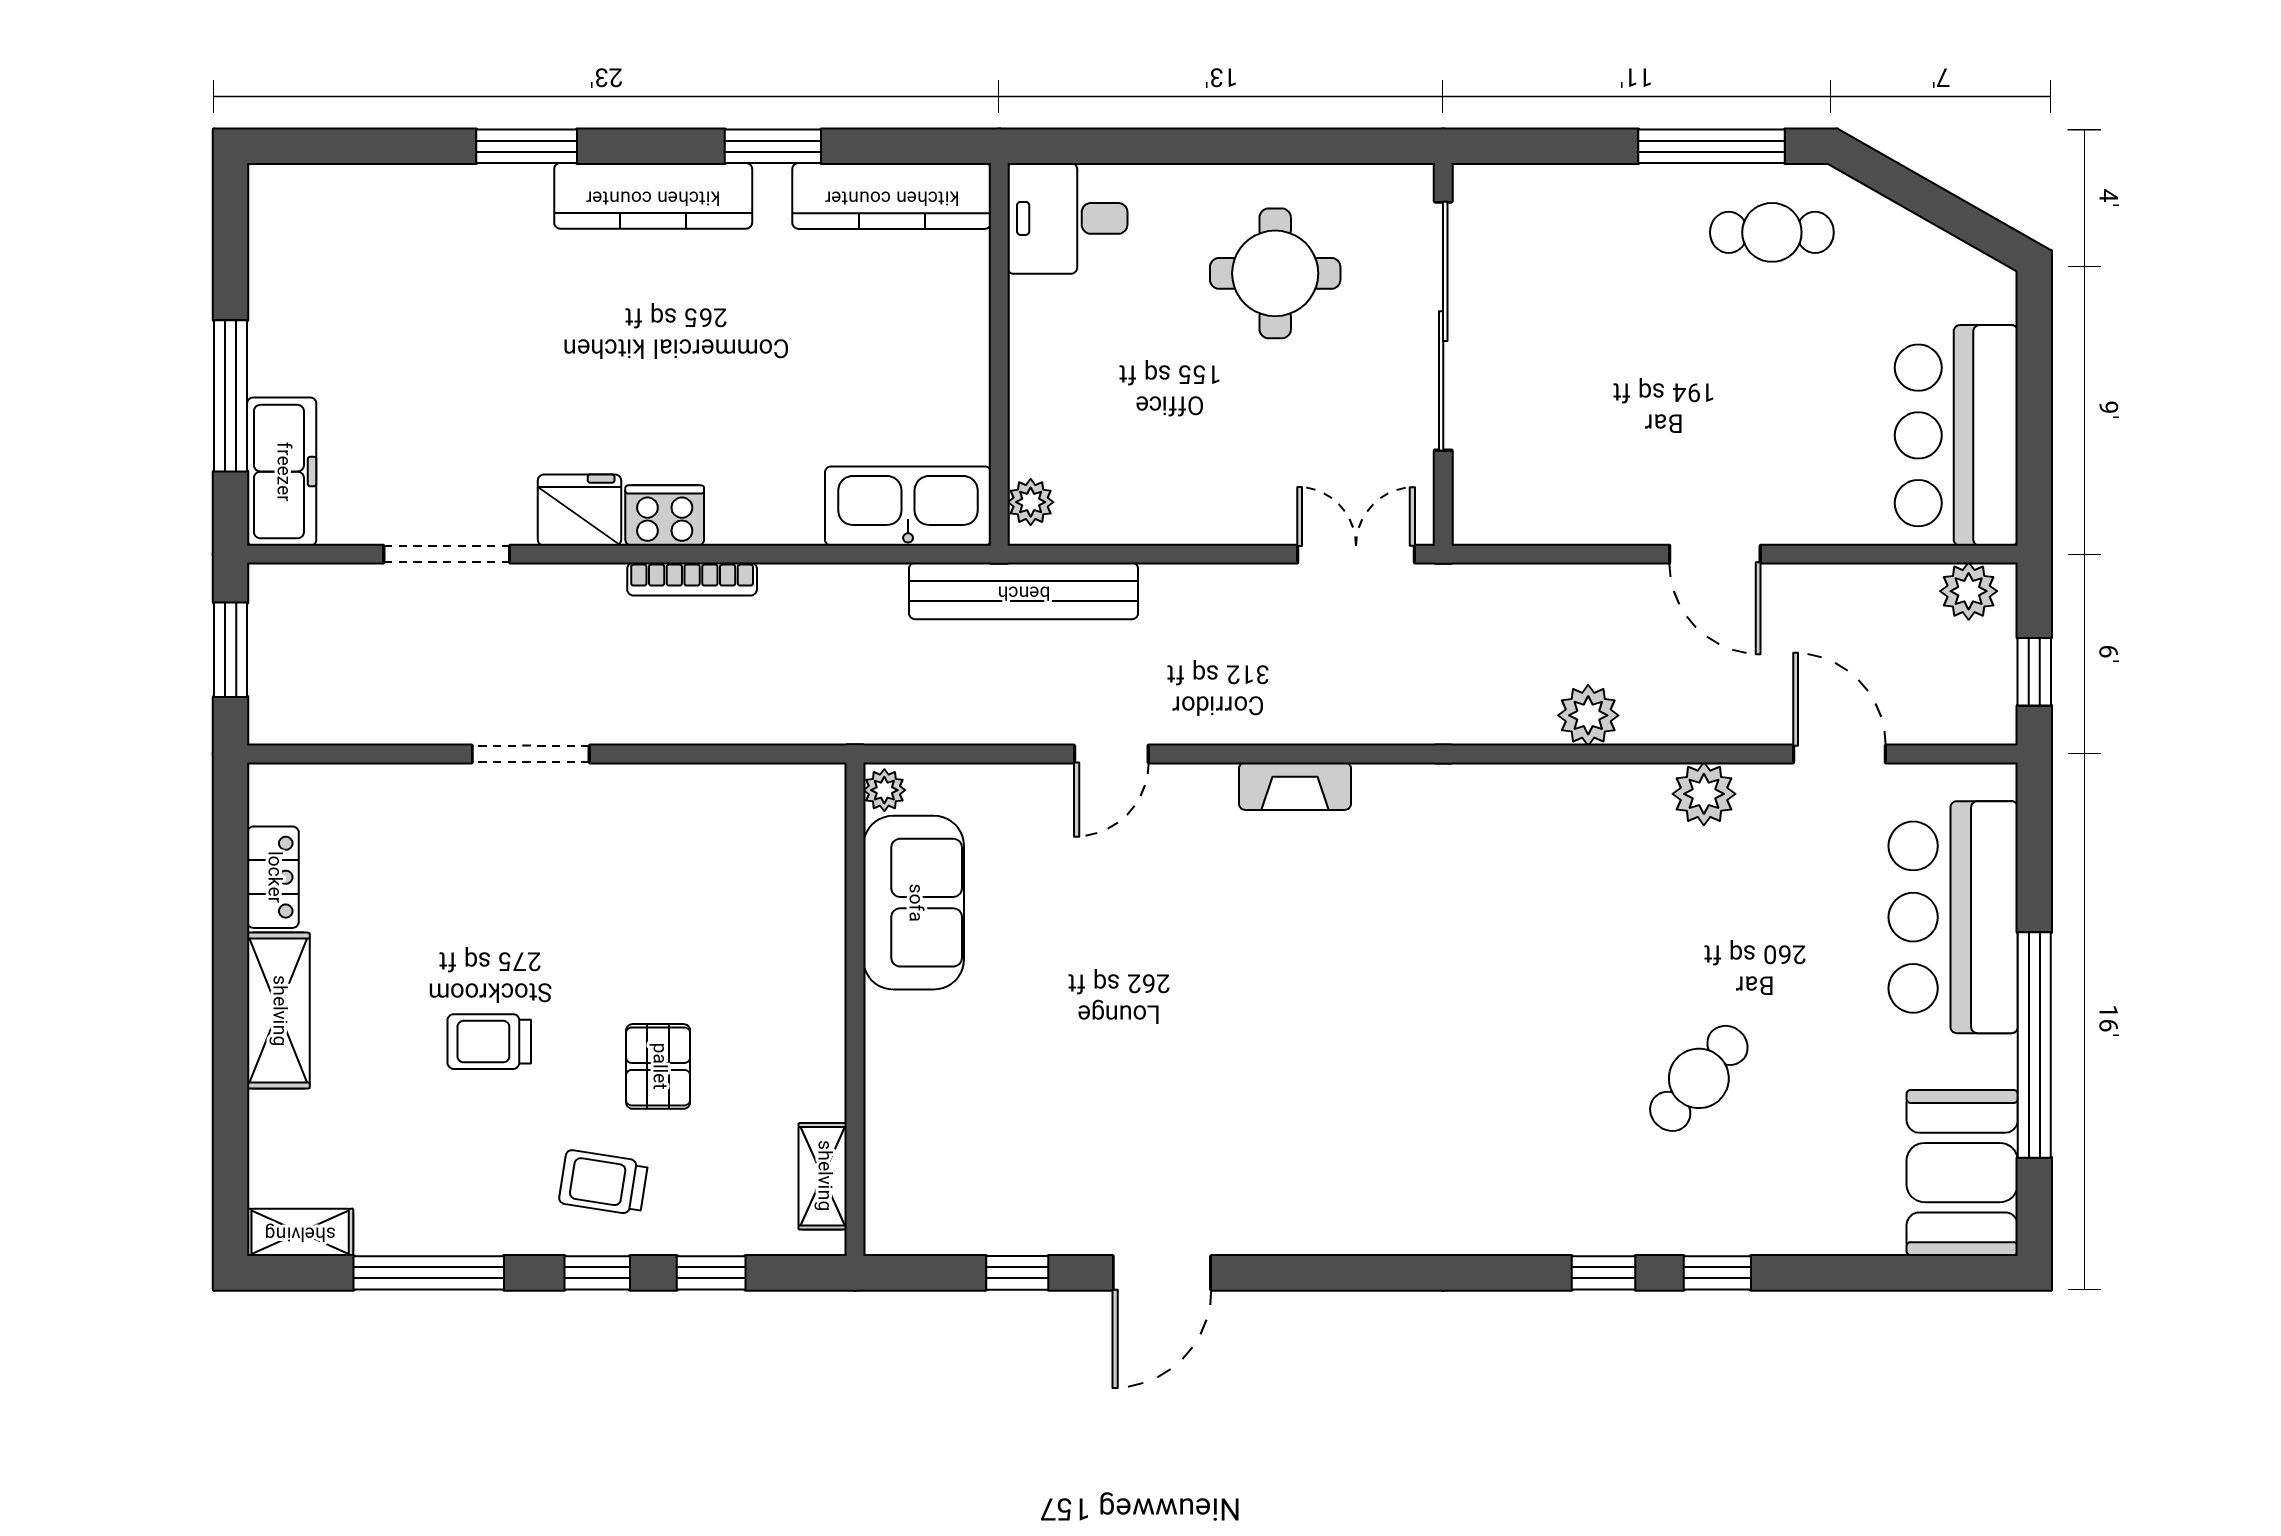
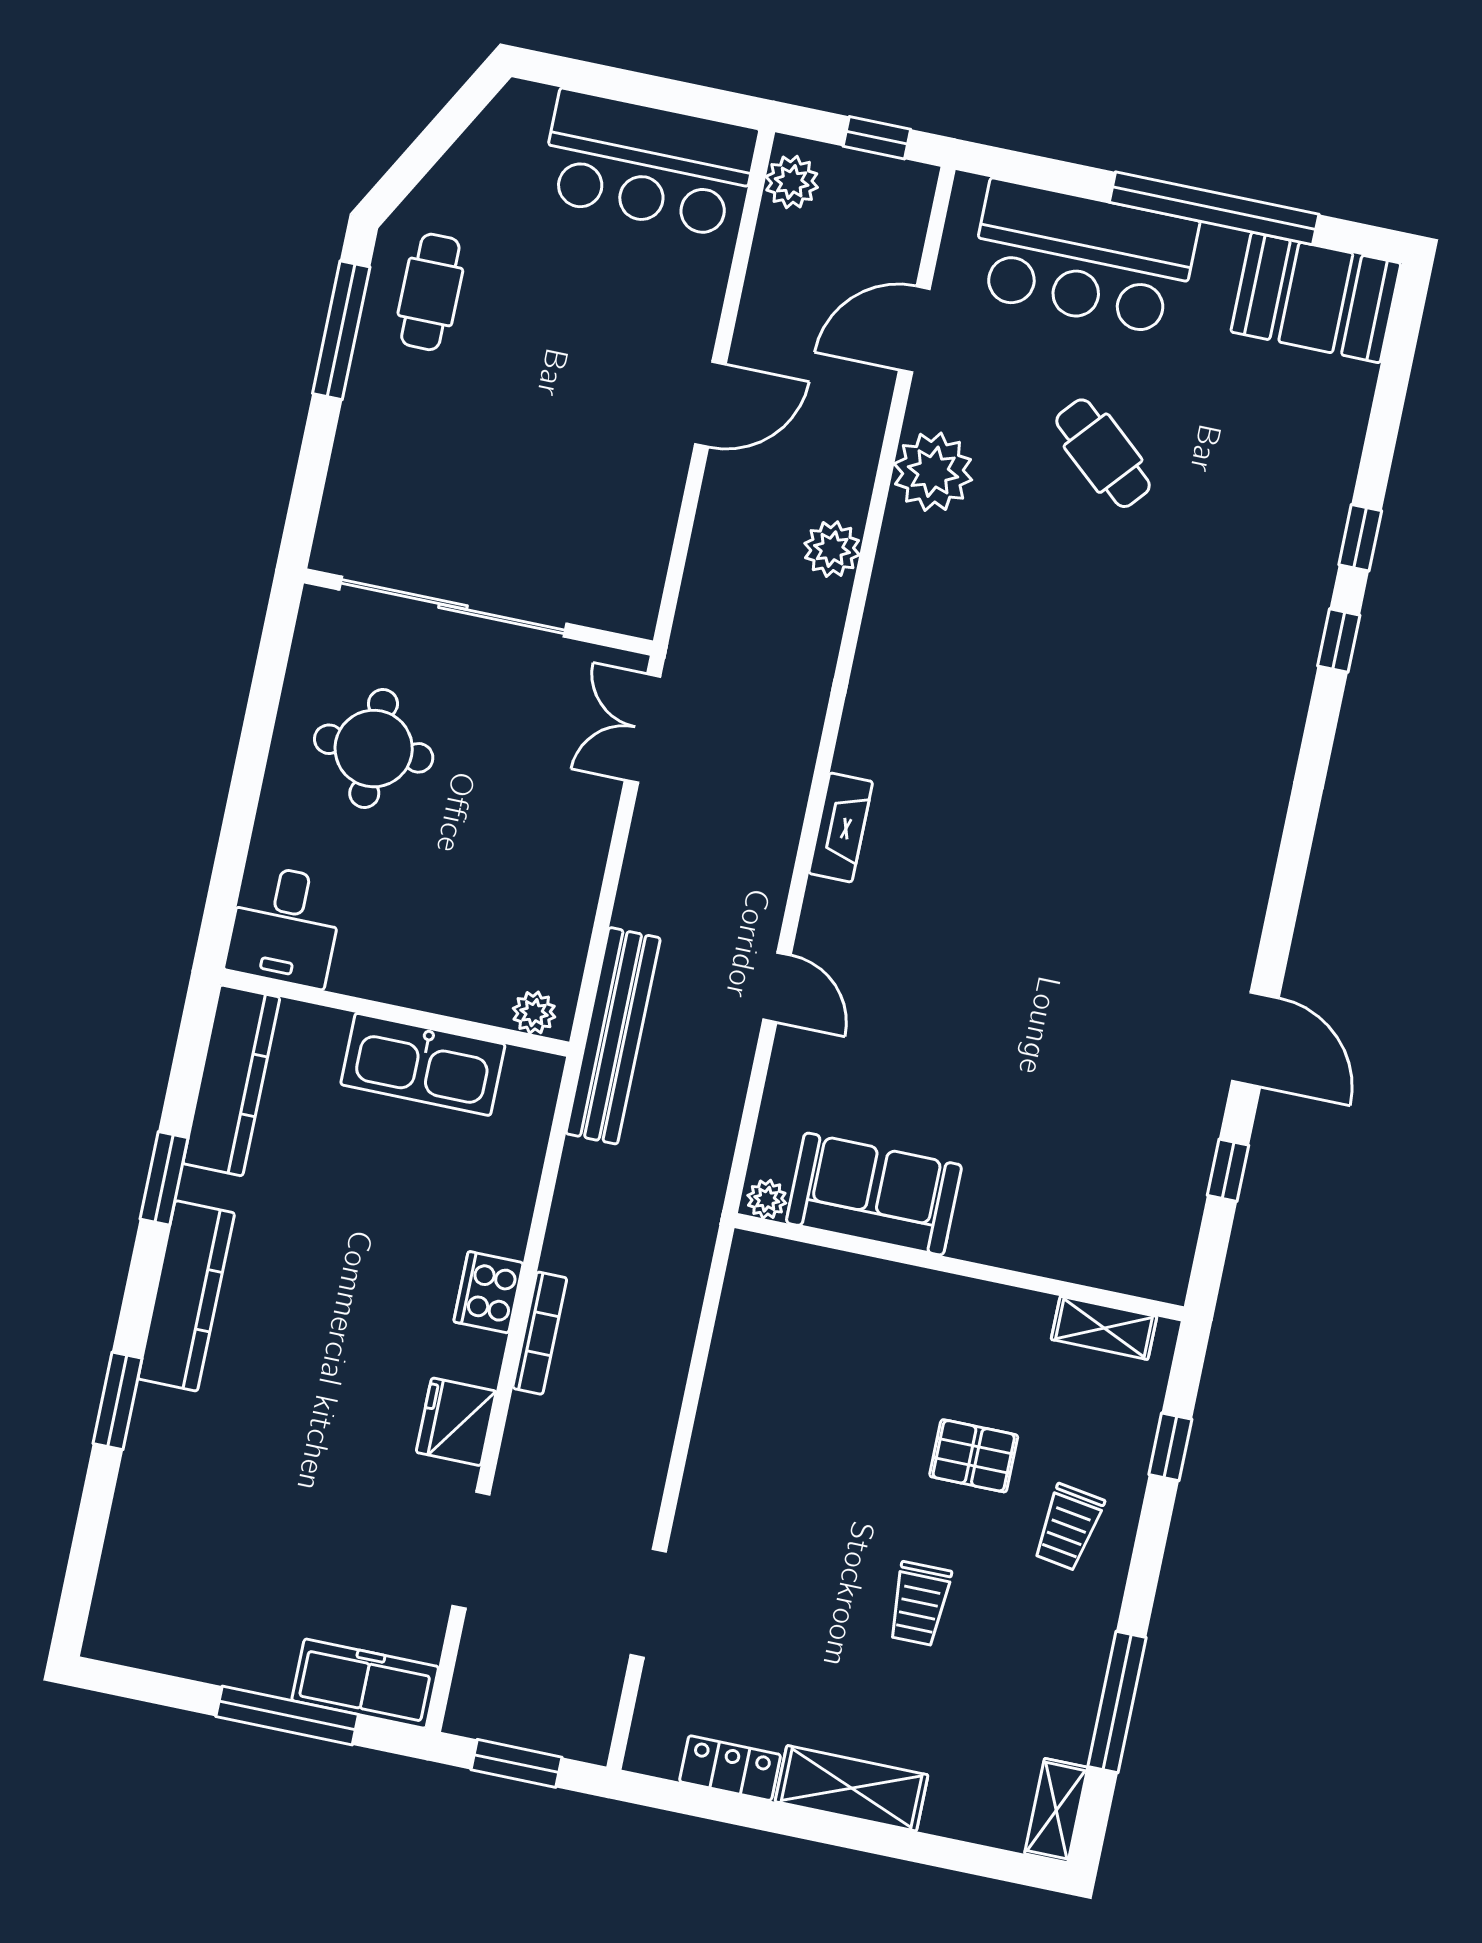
kitchen sink: (908, 506) -> (423, 1064), moved, turned -90
cooker: (665, 516) -> (488, 1292), moved
doorway: (531, 754) -> (648, 1603), moved
plant: (1704, 794) -> (933, 472), width x1.36, depth x1.36
cafe table: (1699, 1078) -> (1103, 453), moved
window: (597, 1273) -> (1149, 1550), removed

